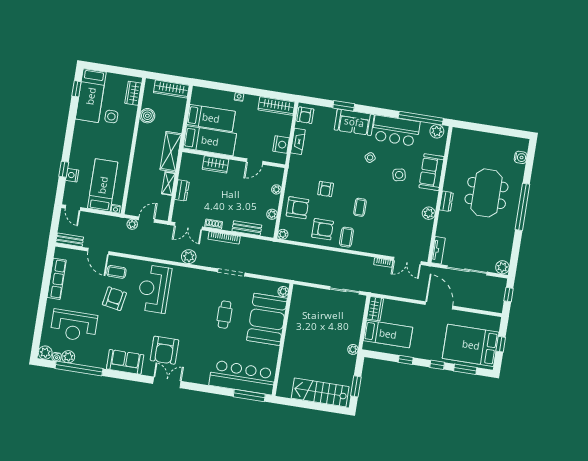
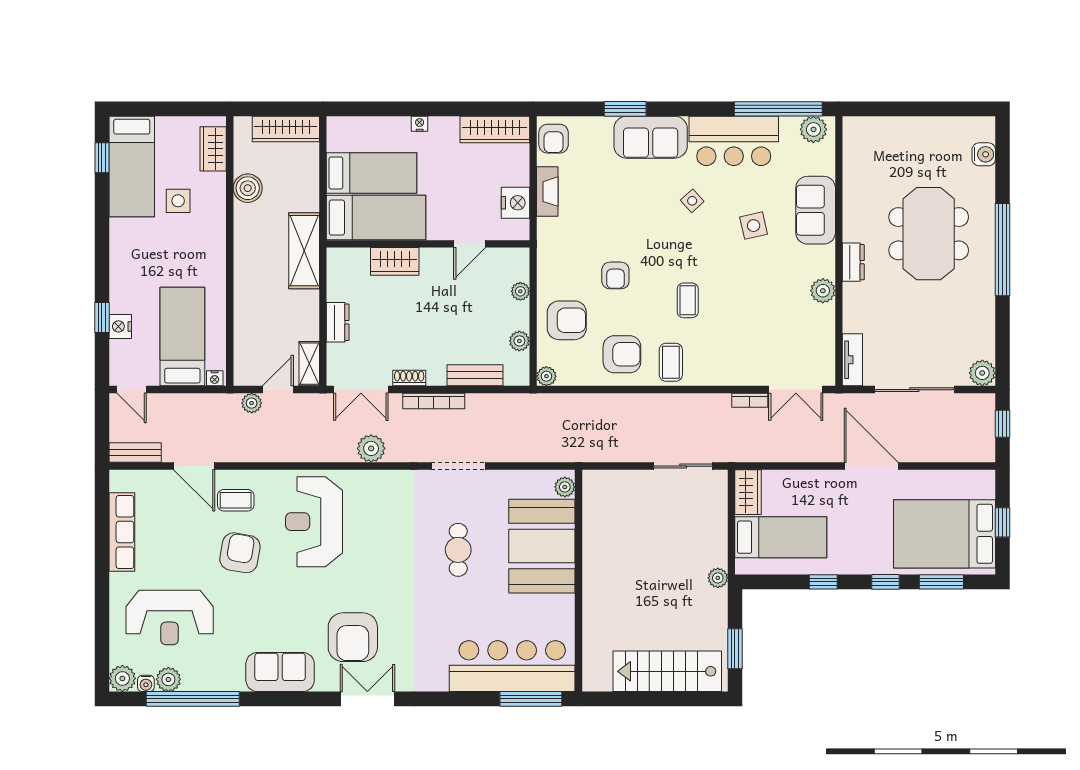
shelving: (168, 184) -> (309, 364), moved

